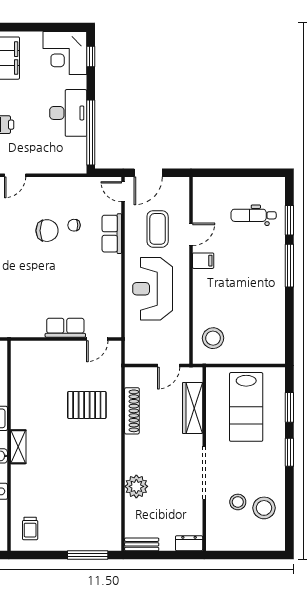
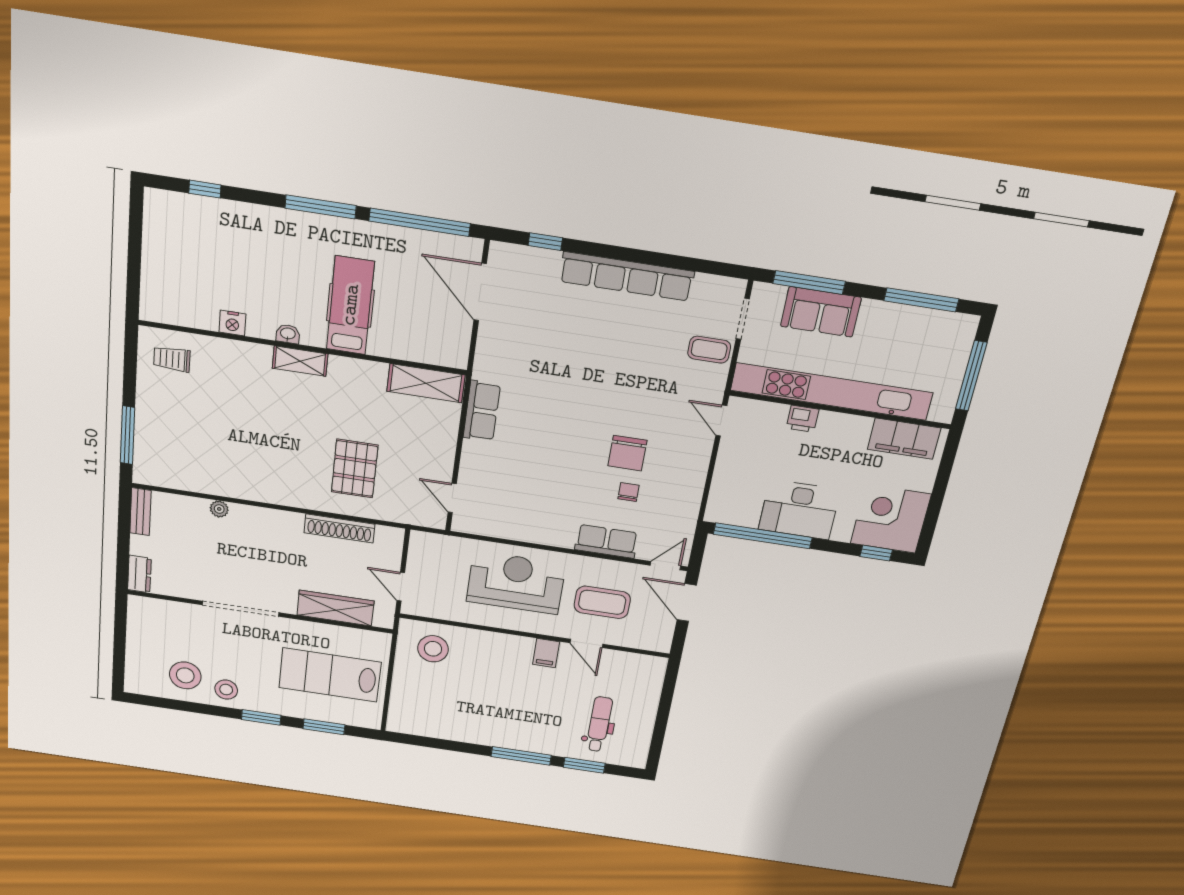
row of seats: (65, 328) -> (482, 411), moved
shelving: (20, 366) -> (426, 383), added
plant: (136, 486) -> (219, 509), width x0.53, depth x0.53
stool: (238, 502) -> (226, 690), moved

